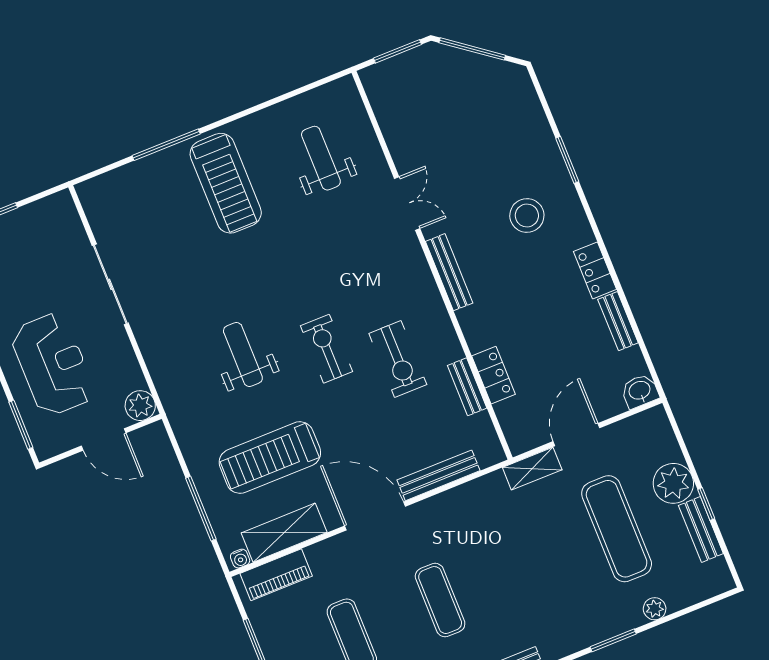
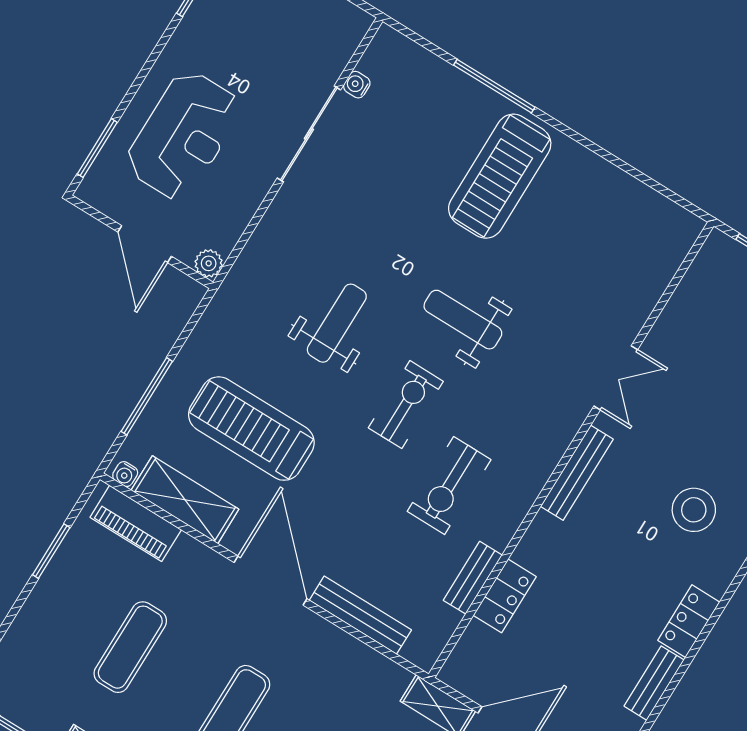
weight bench: (321, 158) -> (463, 320), moved, turned -90
water cooler: (101, 231) -> (357, 85), added
plant: (140, 406) -> (209, 263), width x0.73, depth x0.73

